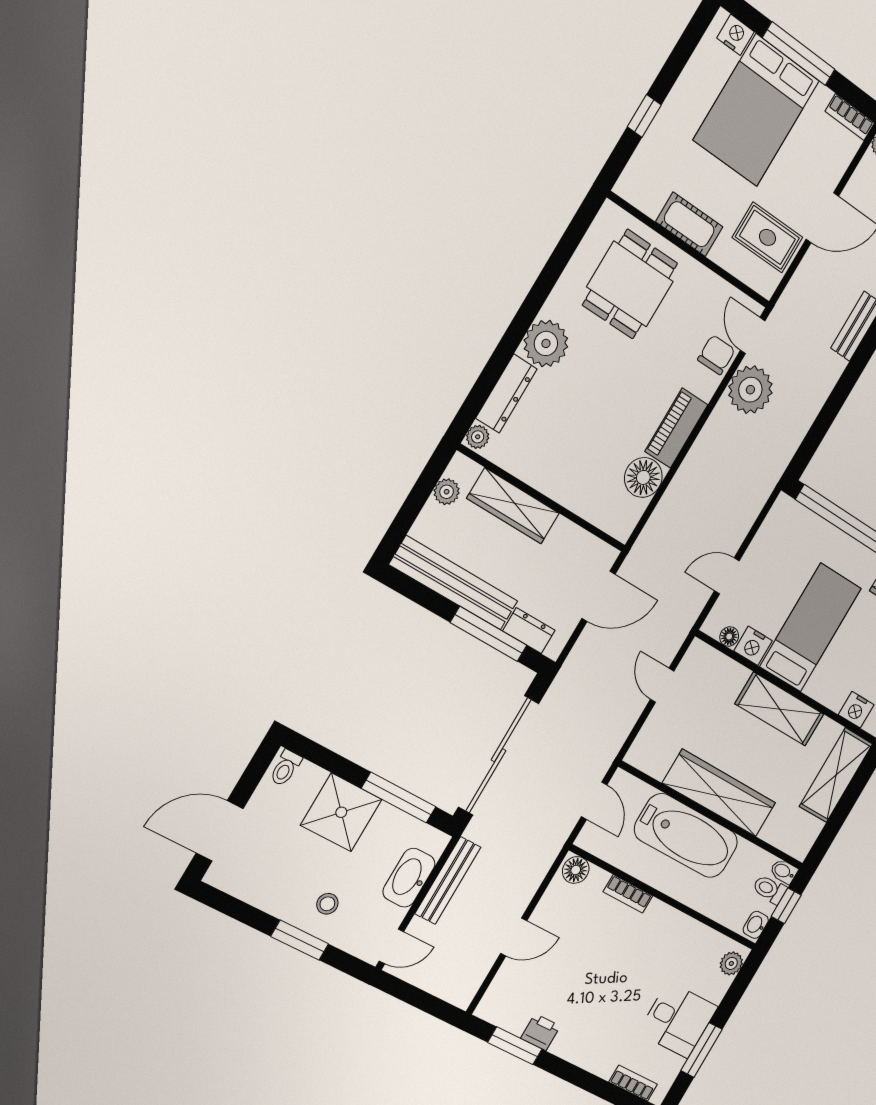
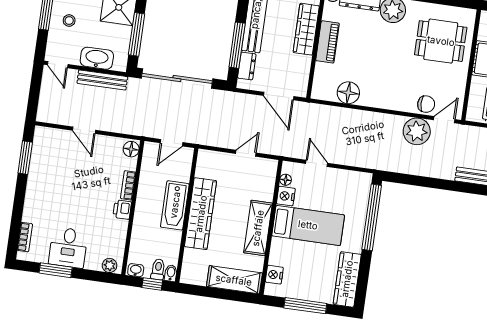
piano: (676, 428) -> (328, 42), moved, turned 90
bathtub: (686, 836) -> (175, 205), width x0.73, depth x0.73
printer: (540, 1032) -> (122, 210), moved, turned 180

